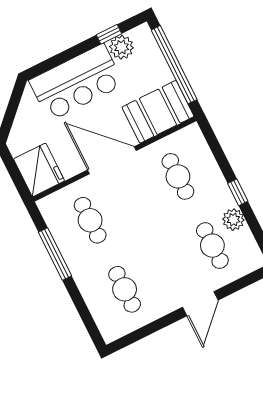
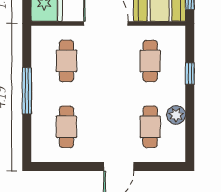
window: (238, 192) -> (190, 74), moved
window: (55, 254) -> (27, 91), moved

